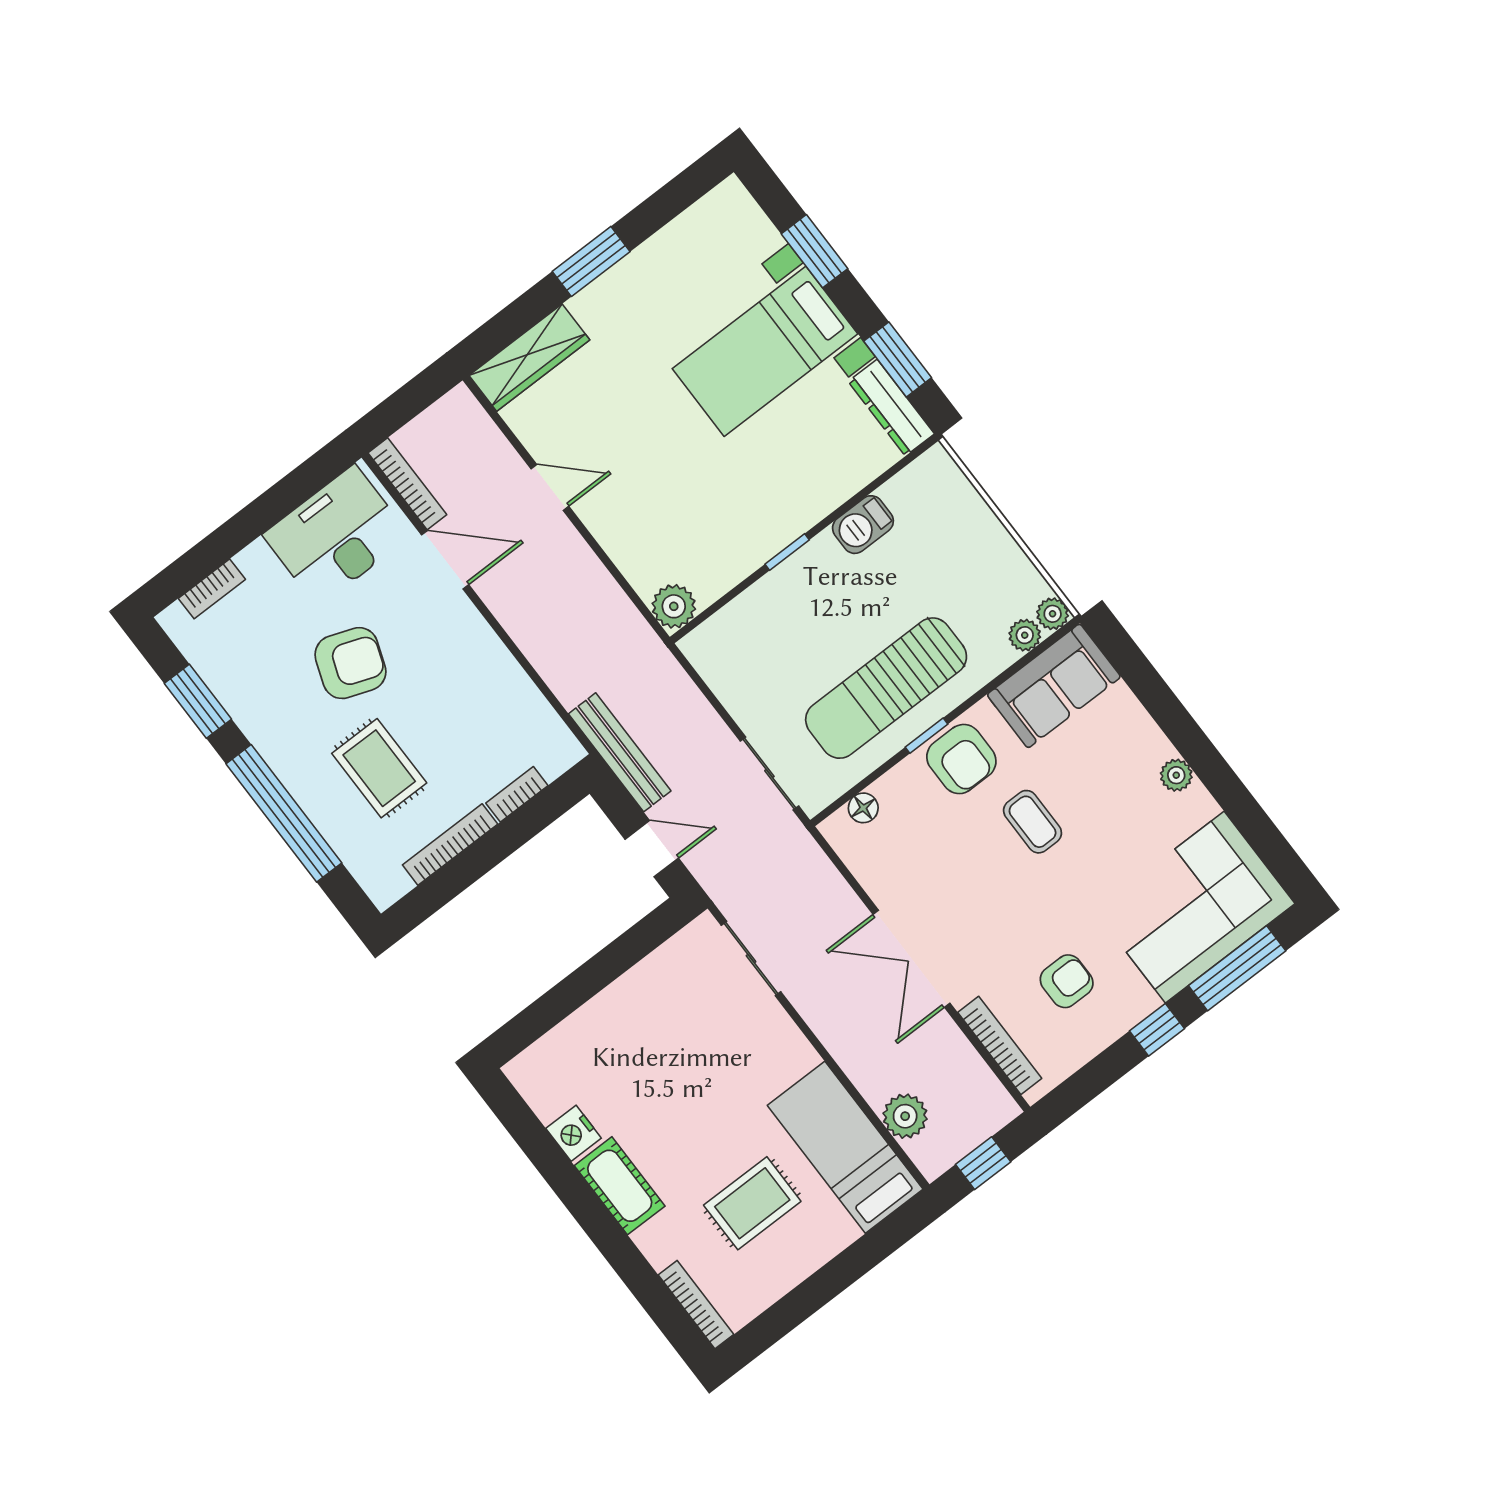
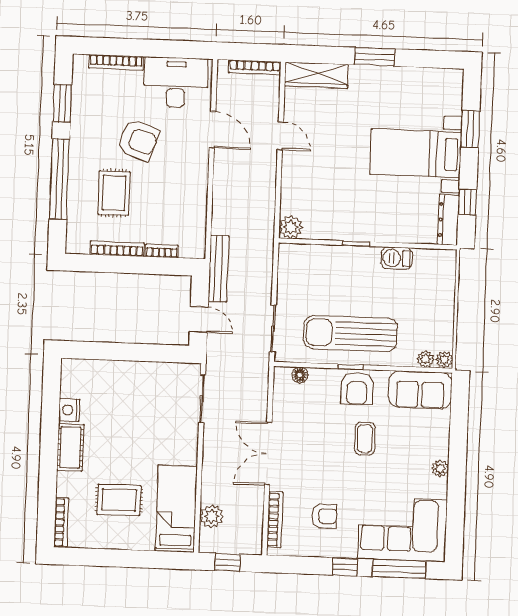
window: (898, 359) -> (467, 202), width x0.67
bookcase: (407, 484) -> (255, 67), moved, turned 90
bookcase: (212, 589) -> (116, 62), width x1.56

